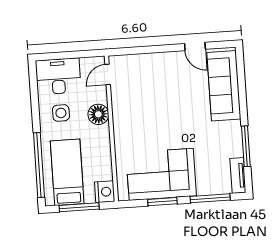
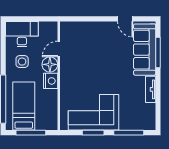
door: (108, 75) -> (59, 49), moved
window: (246, 146) -> (158, 52), moved
tv unit: (238, 175) -> (151, 89), moved
nightstand: (105, 192) -> (51, 81), moved

